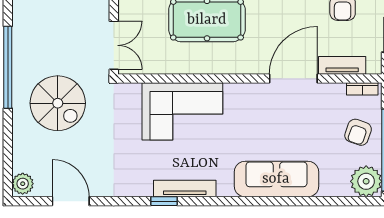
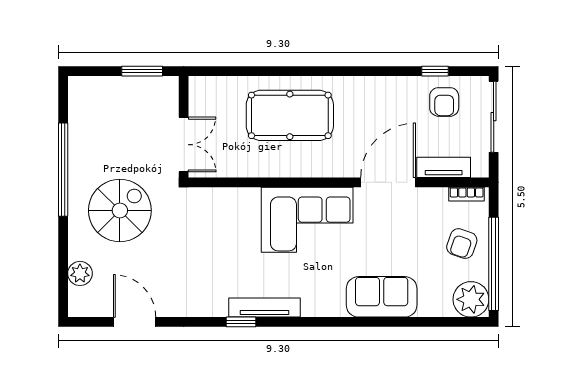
spiral stairs: (58, 103) -> (120, 210), turned -90
corner sofa: (182, 111) -> (307, 220), moved
sofa: (276, 179) -> (382, 297), width x0.73
plant: (23, 184) -> (80, 273), moved

